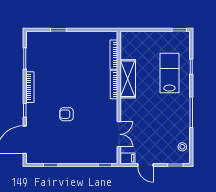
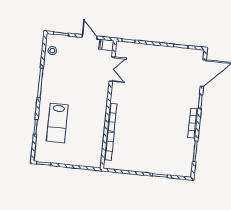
shelving: (128, 79) -> (98, 122), removed
armchair: (66, 114) -> (161, 94), removed
double door: (119, 134) -> (112, 69), swing flipped

